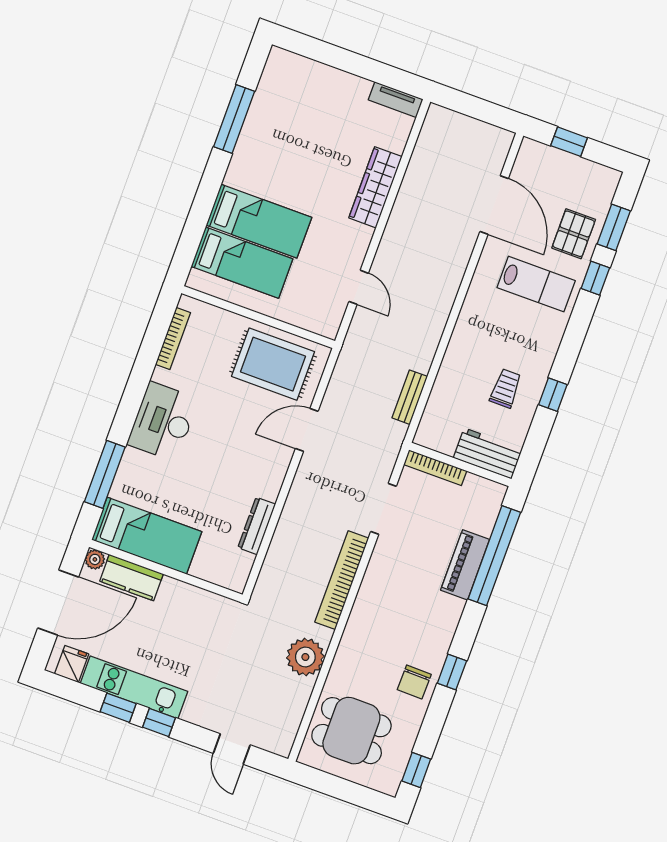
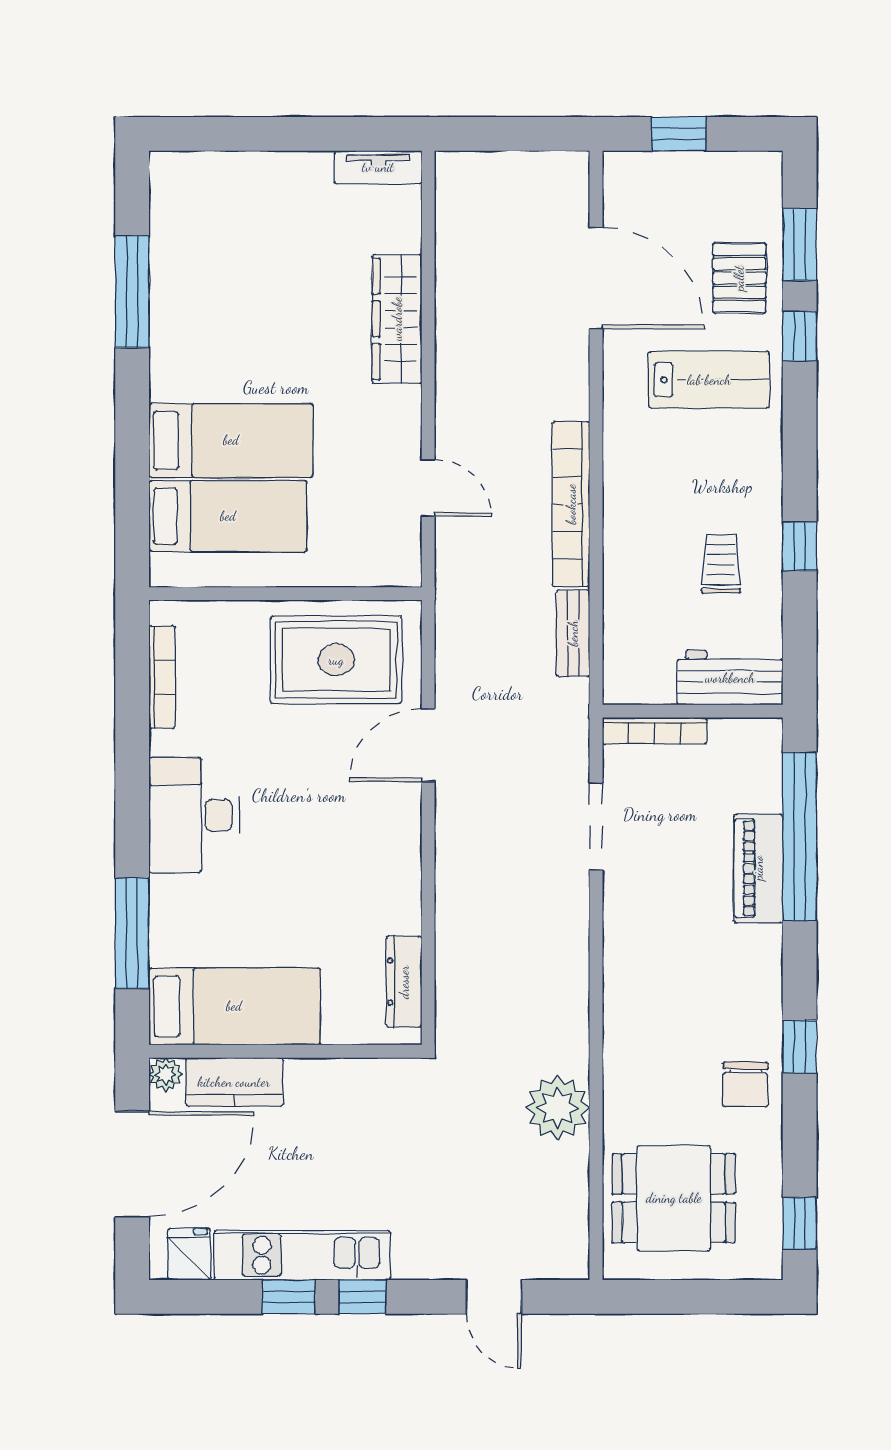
dresser: (257, 526) -> (404, 982), moved
bookcase: (342, 580) -> (571, 504), moved

